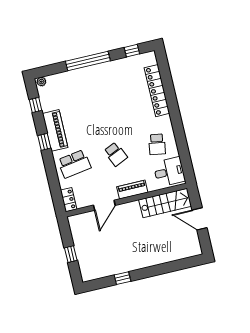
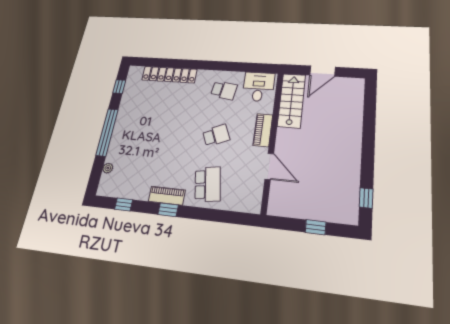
plant: (41, 82) -> (108, 168), moved
piano: (55, 130) -> (167, 196), width x0.73, depth x0.75
locker: (69, 200) -> (247, 205), removed
window: (122, 278) -> (366, 198), moved

